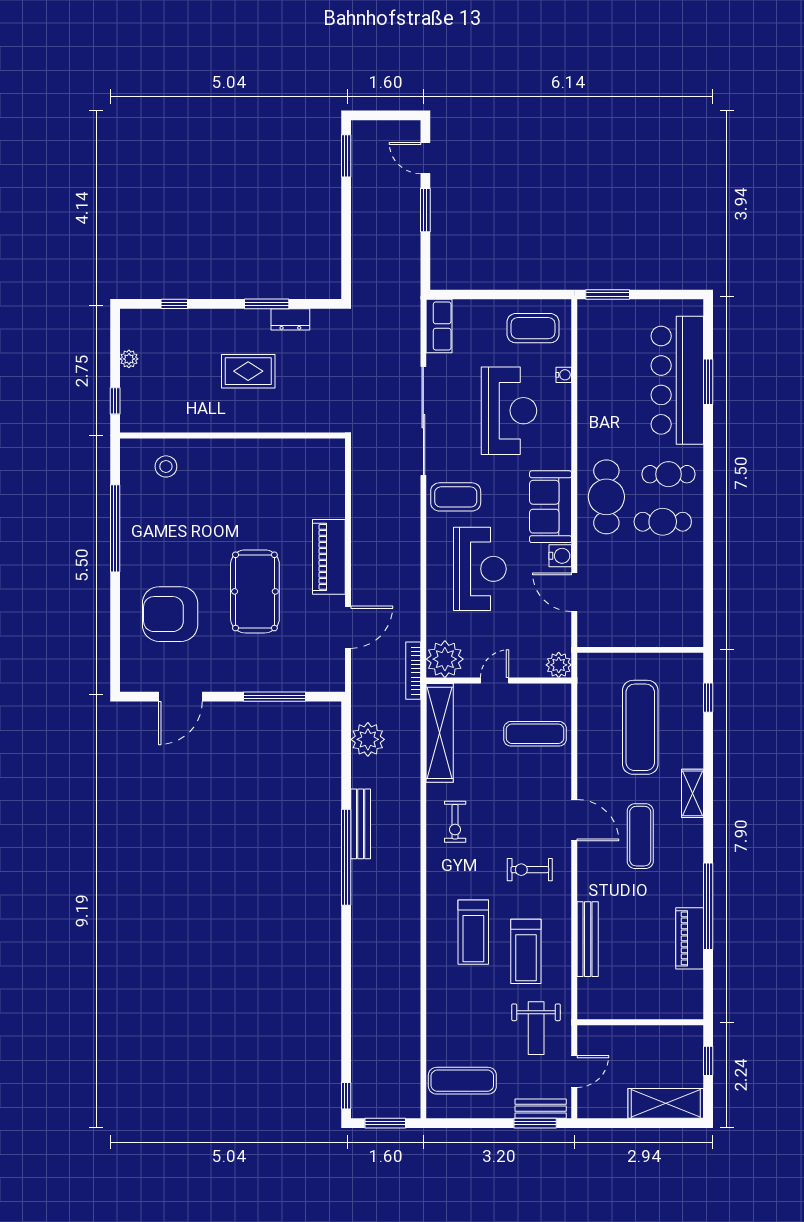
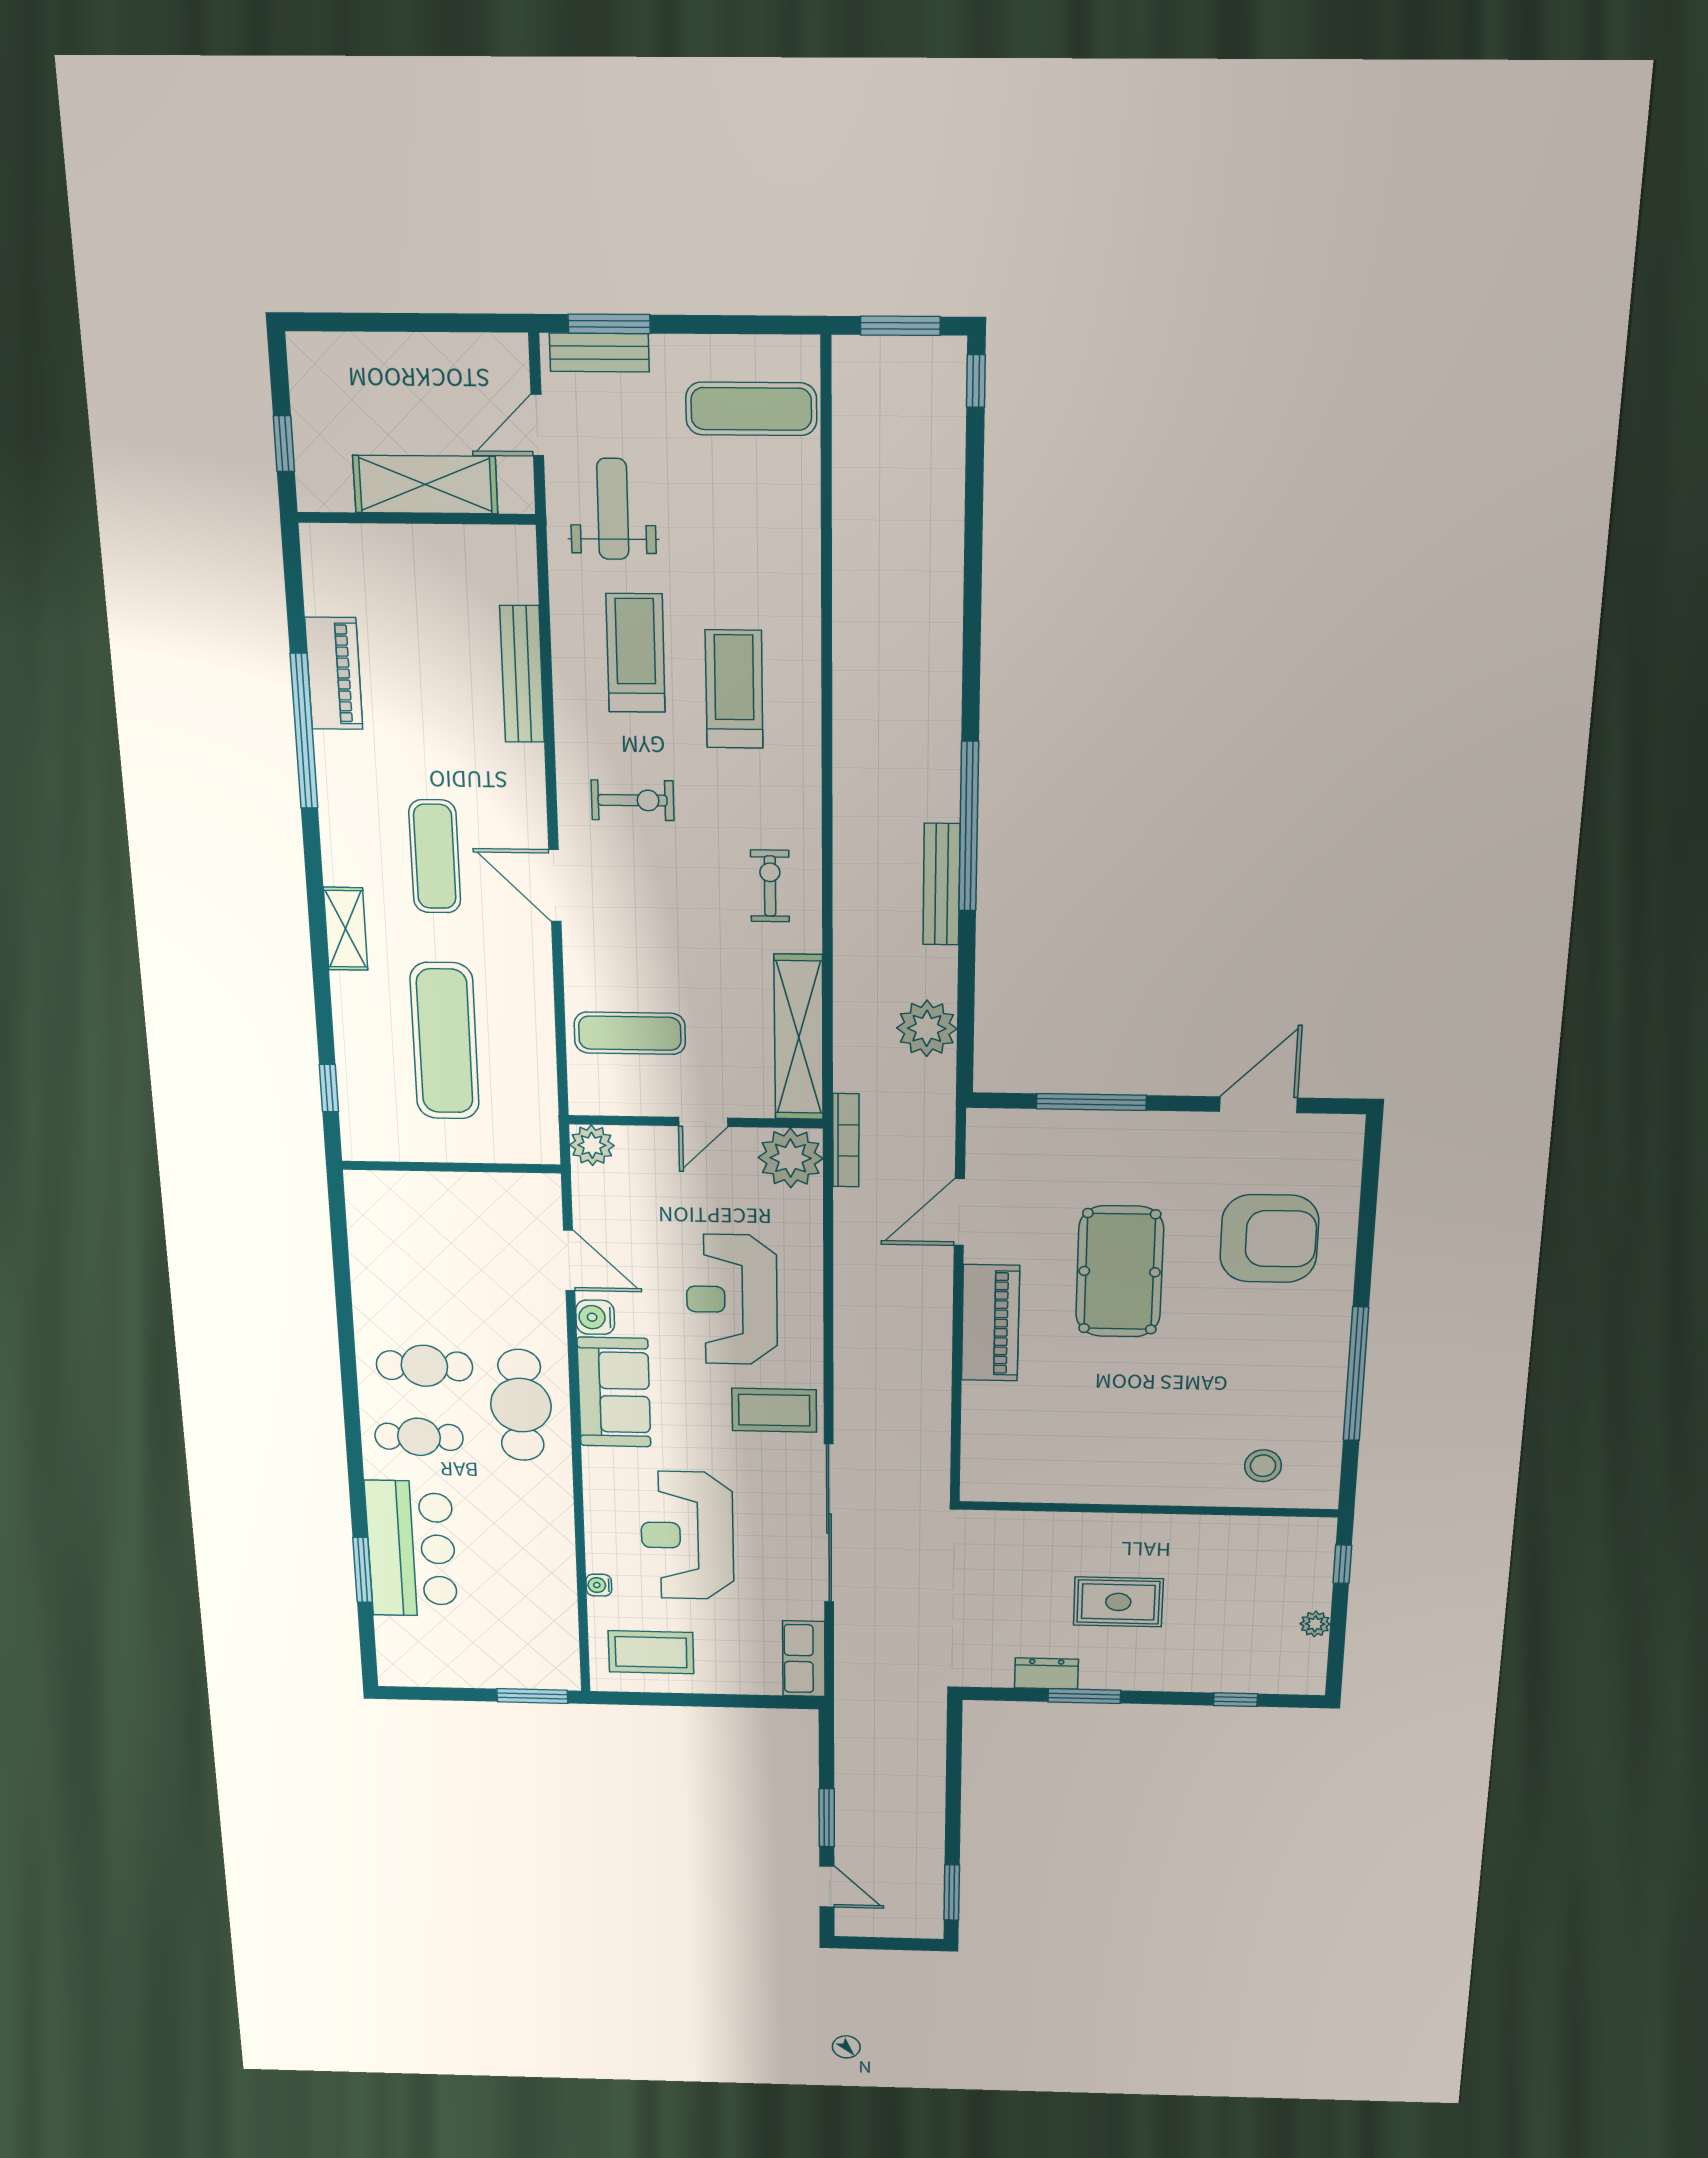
bar counter: (677, 380) -> (411, 1549), width x0.73
shelving: (666, 1103) -> (425, 484), moved

